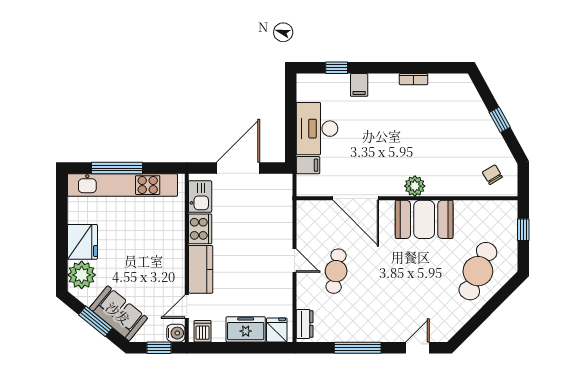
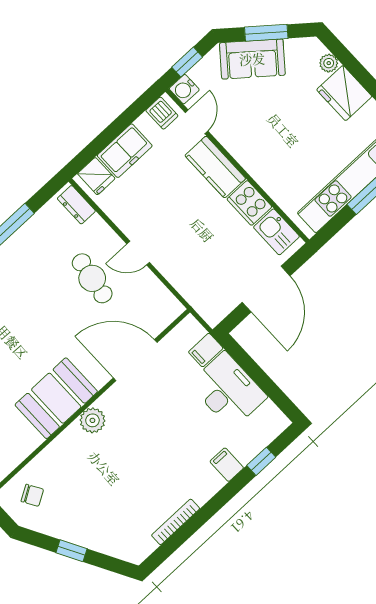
bookcase: (414, 79) -> (176, 522), width x1.56
plant: (82, 275) -> (329, 63), width x0.53, depth x0.53

